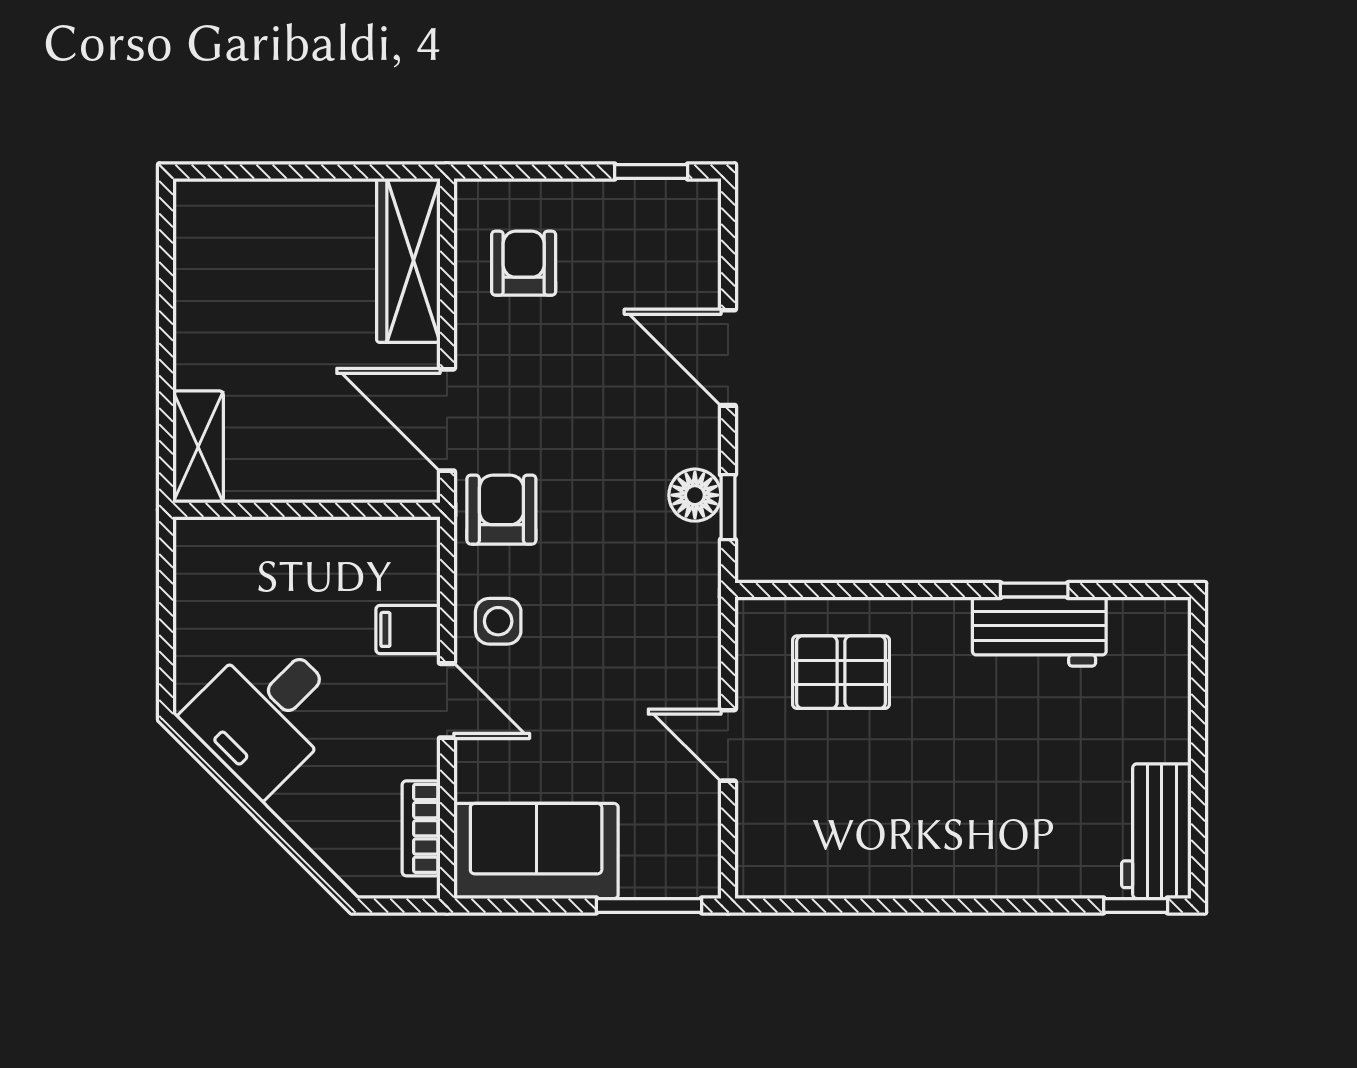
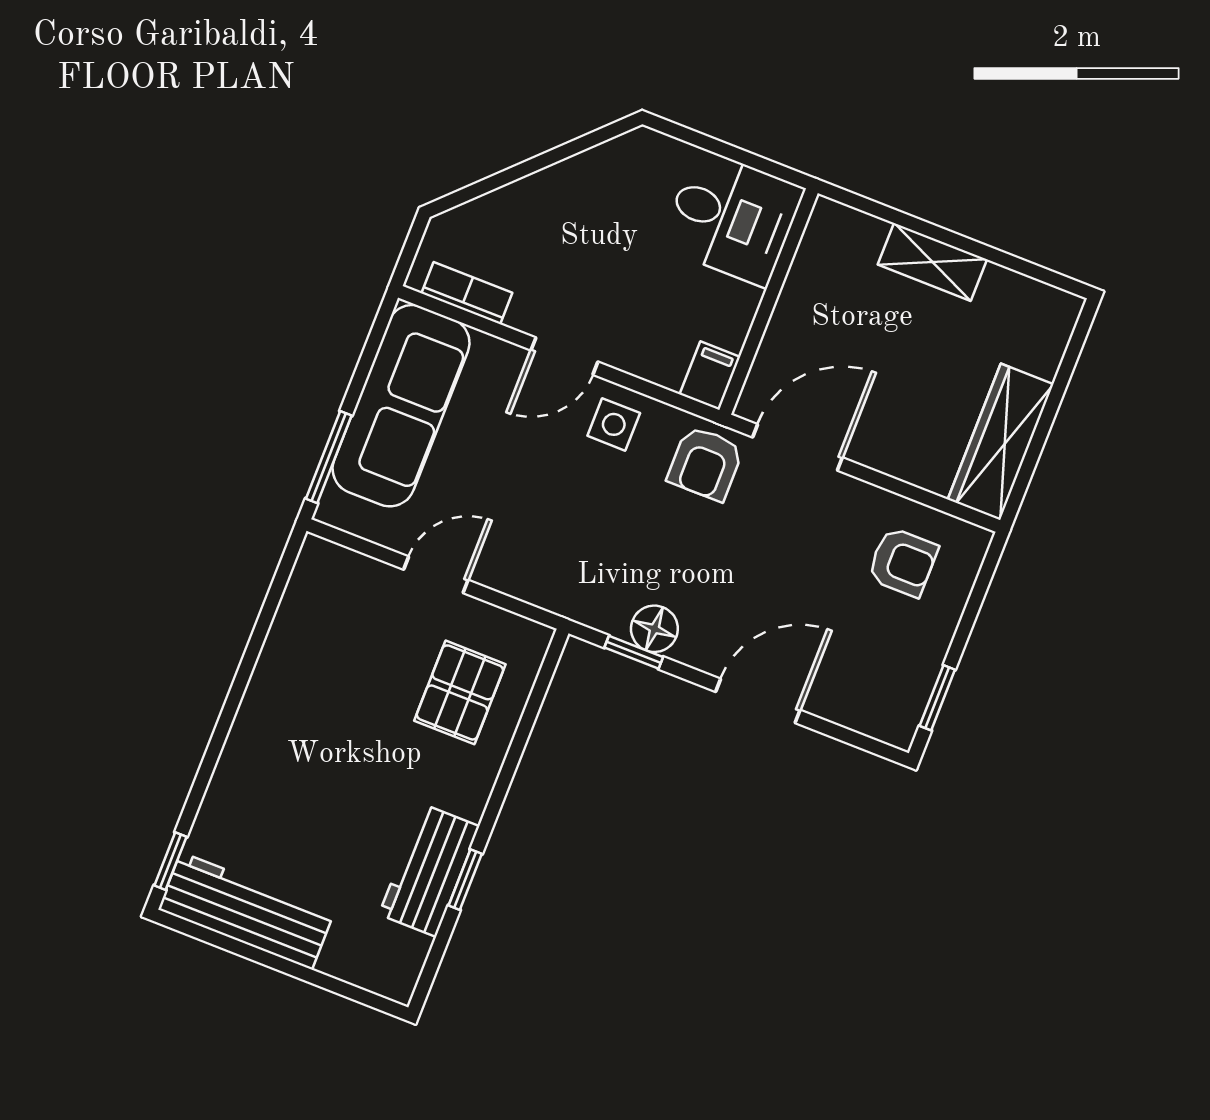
wardrobe: (408, 260) -> (1001, 442), moved, turned -90
shelving: (198, 447) -> (932, 262), moved
armchair: (501, 510) -> (705, 463), turned 90
filing cabinet: (408, 629) -> (710, 376), moved
desk: (265, 714) -> (732, 218), moved, turned 135
workbench: (1156, 831) -> (246, 911), width x1.38
sofa: (536, 851) -> (401, 406), width x1.36

